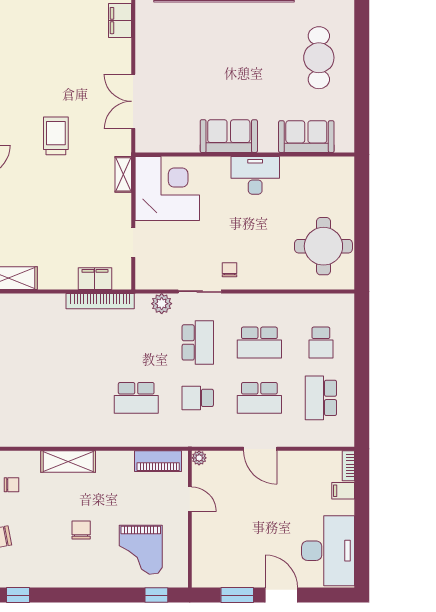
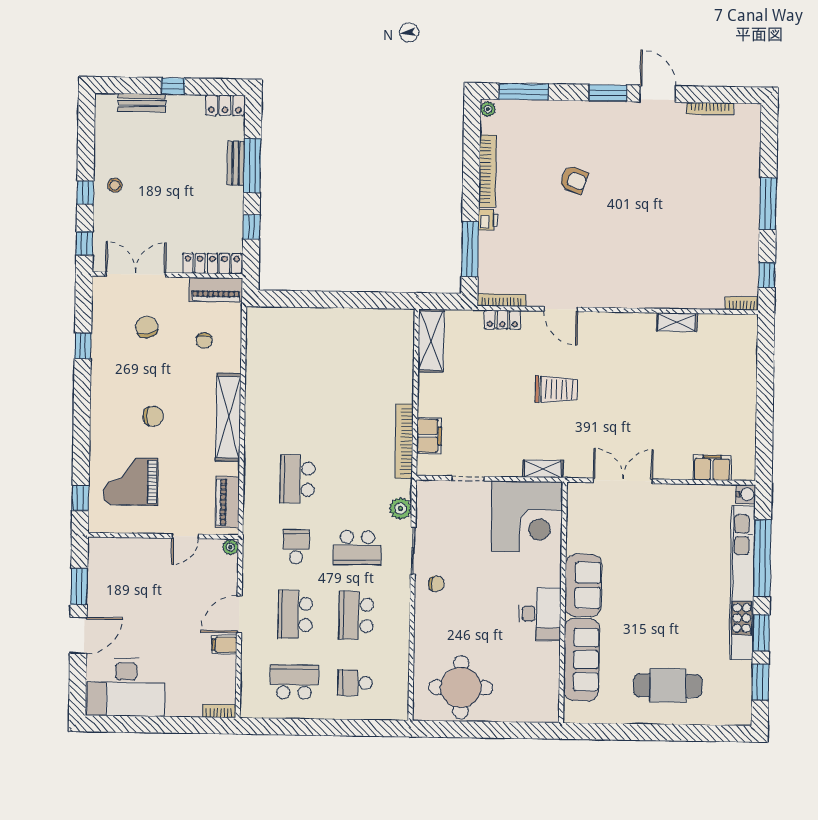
trolley: (56, 136) -> (556, 389), moved
sofa: (306, 137) -> (581, 659), width x1.36
shelving: (68, 462) -> (228, 417), width x1.47
filing cabinet: (343, 491) -> (224, 645), moved, turned -90

